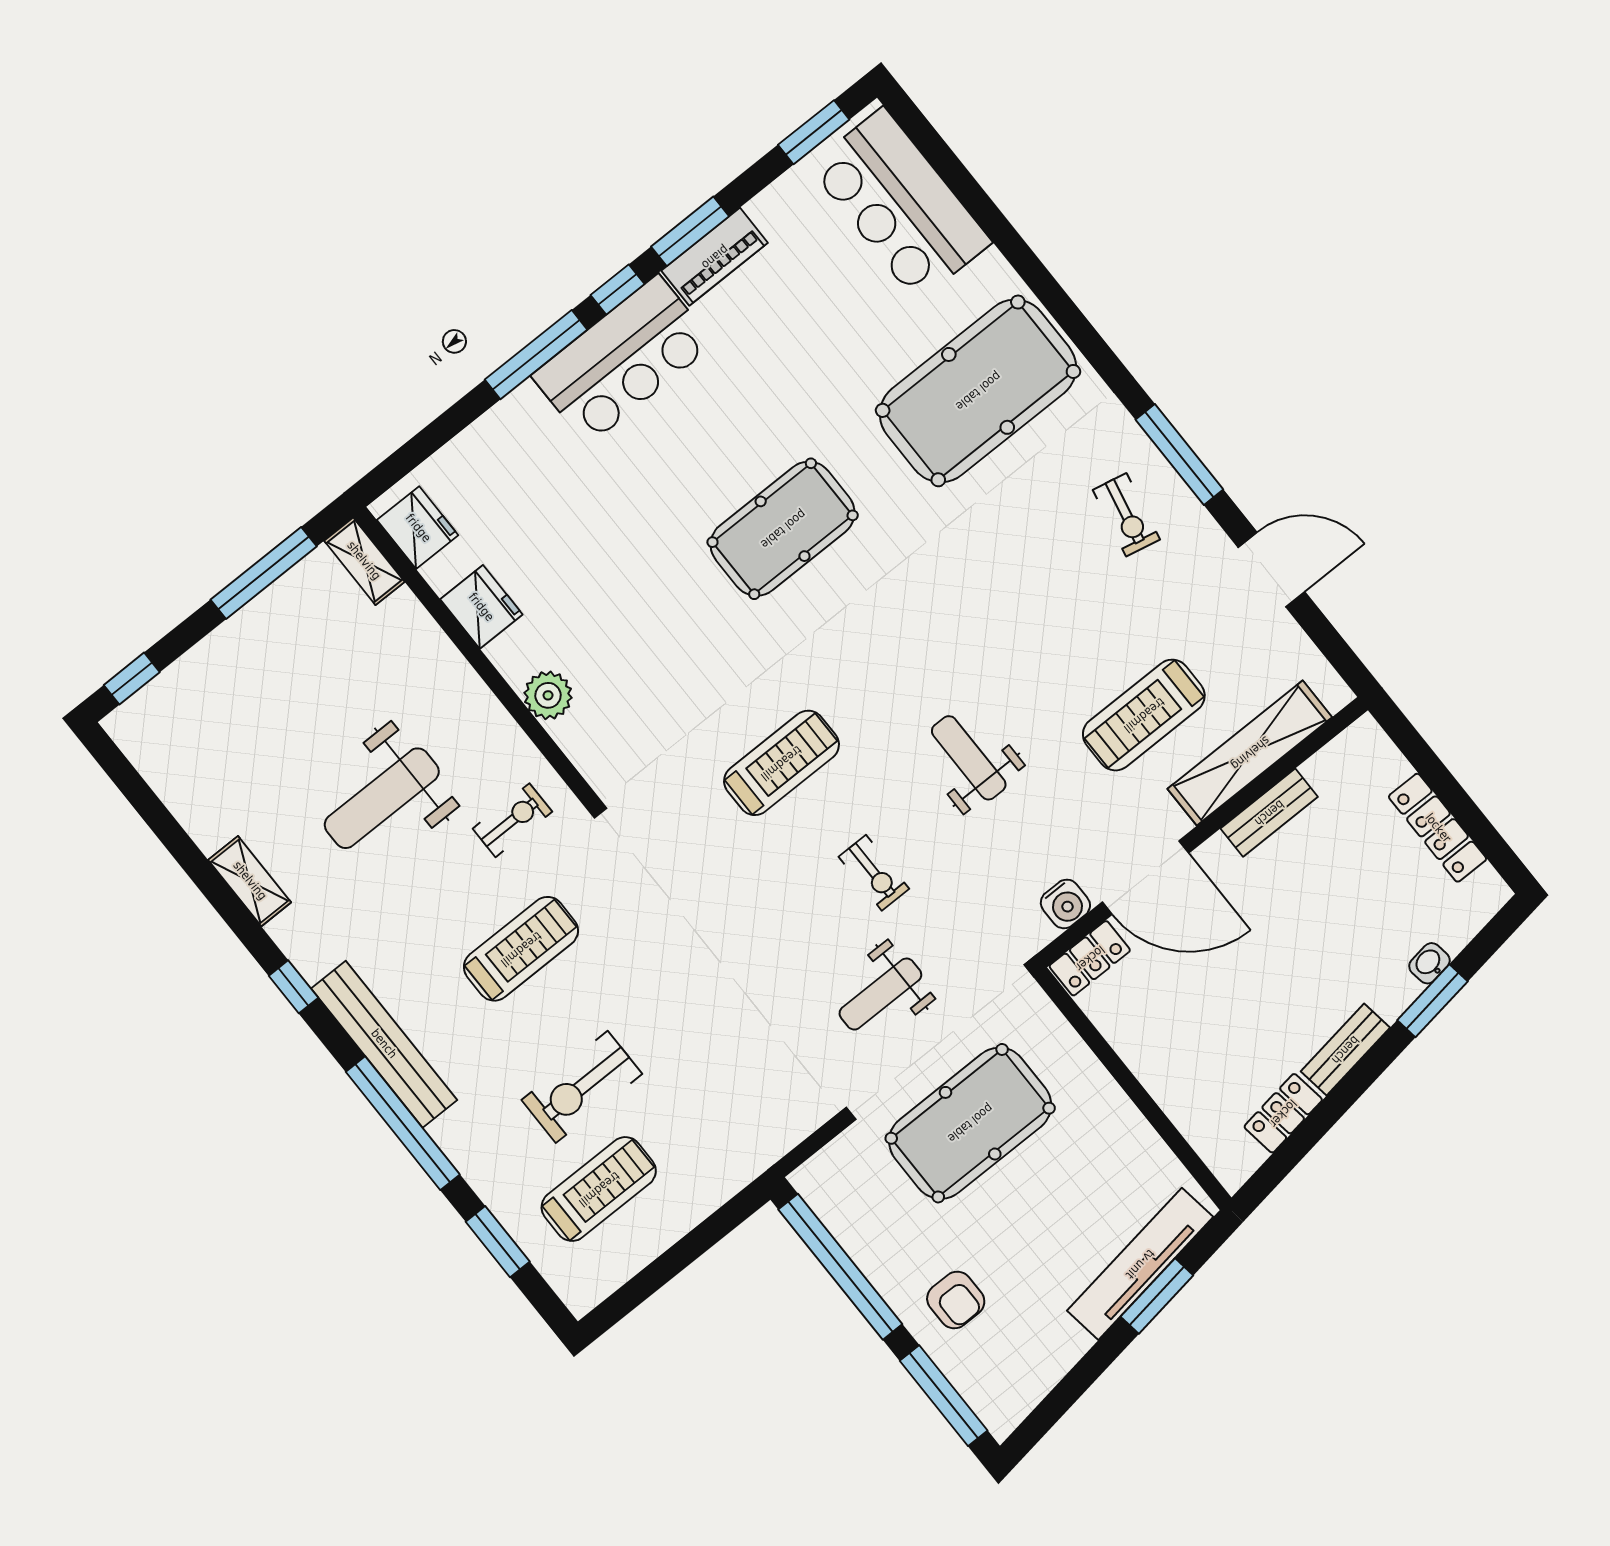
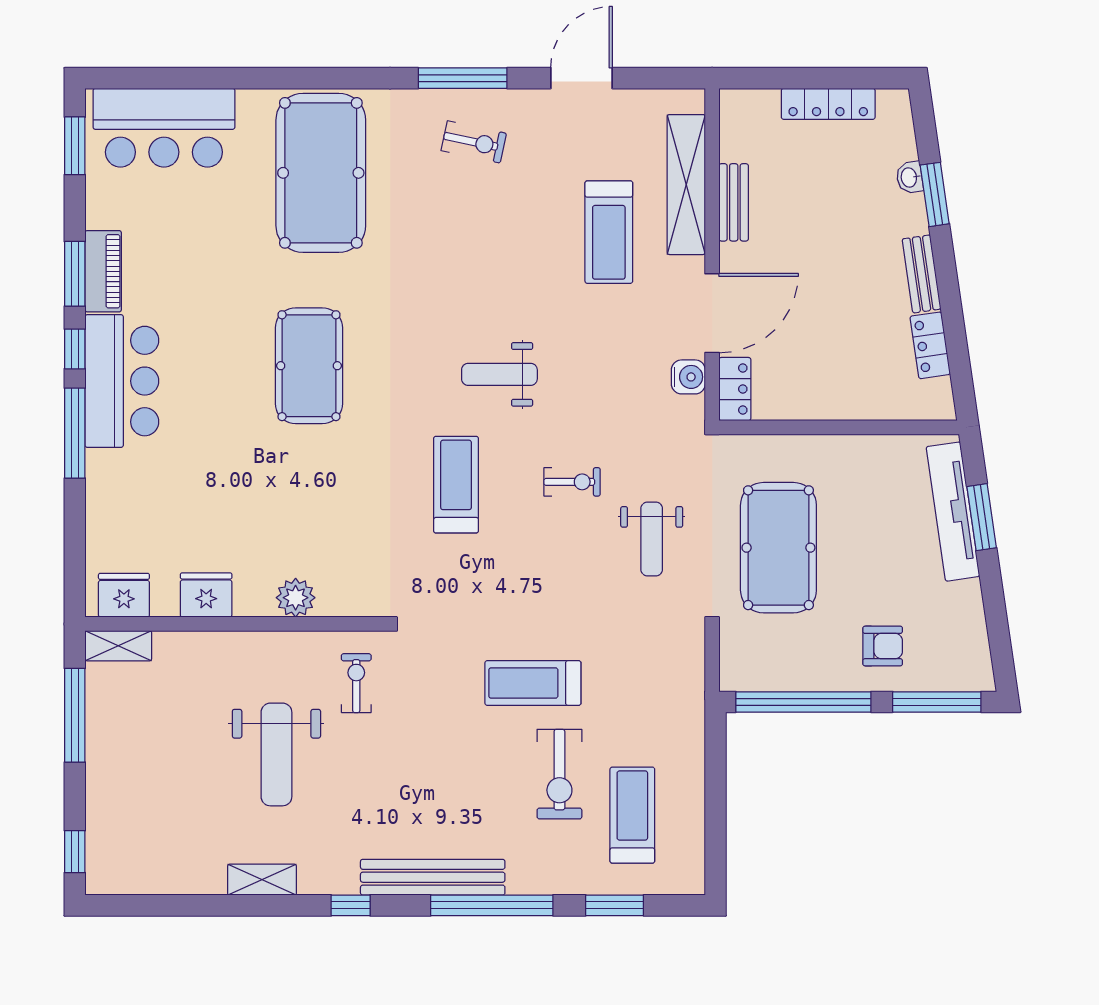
weight bench: (969, 758) -> (499, 374), moved
treadmill: (521, 949) -> (533, 683), moved, turned -90

